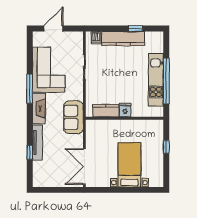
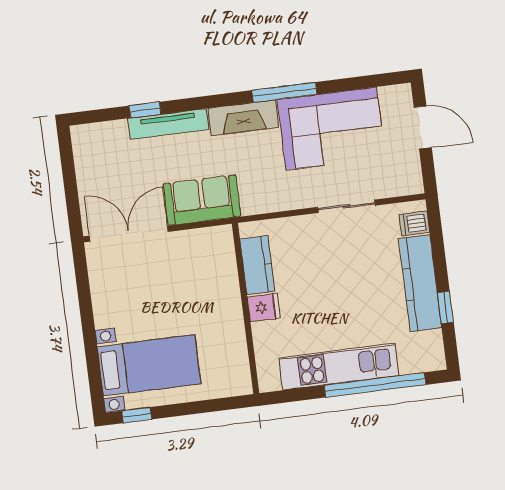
window: (166, 81) -> (375, 385), moved
sofa: (73, 117) -> (202, 200), moved
window: (166, 147) -> (137, 415), moved
bed with nightstands: (129, 165) -> (149, 365), moved

